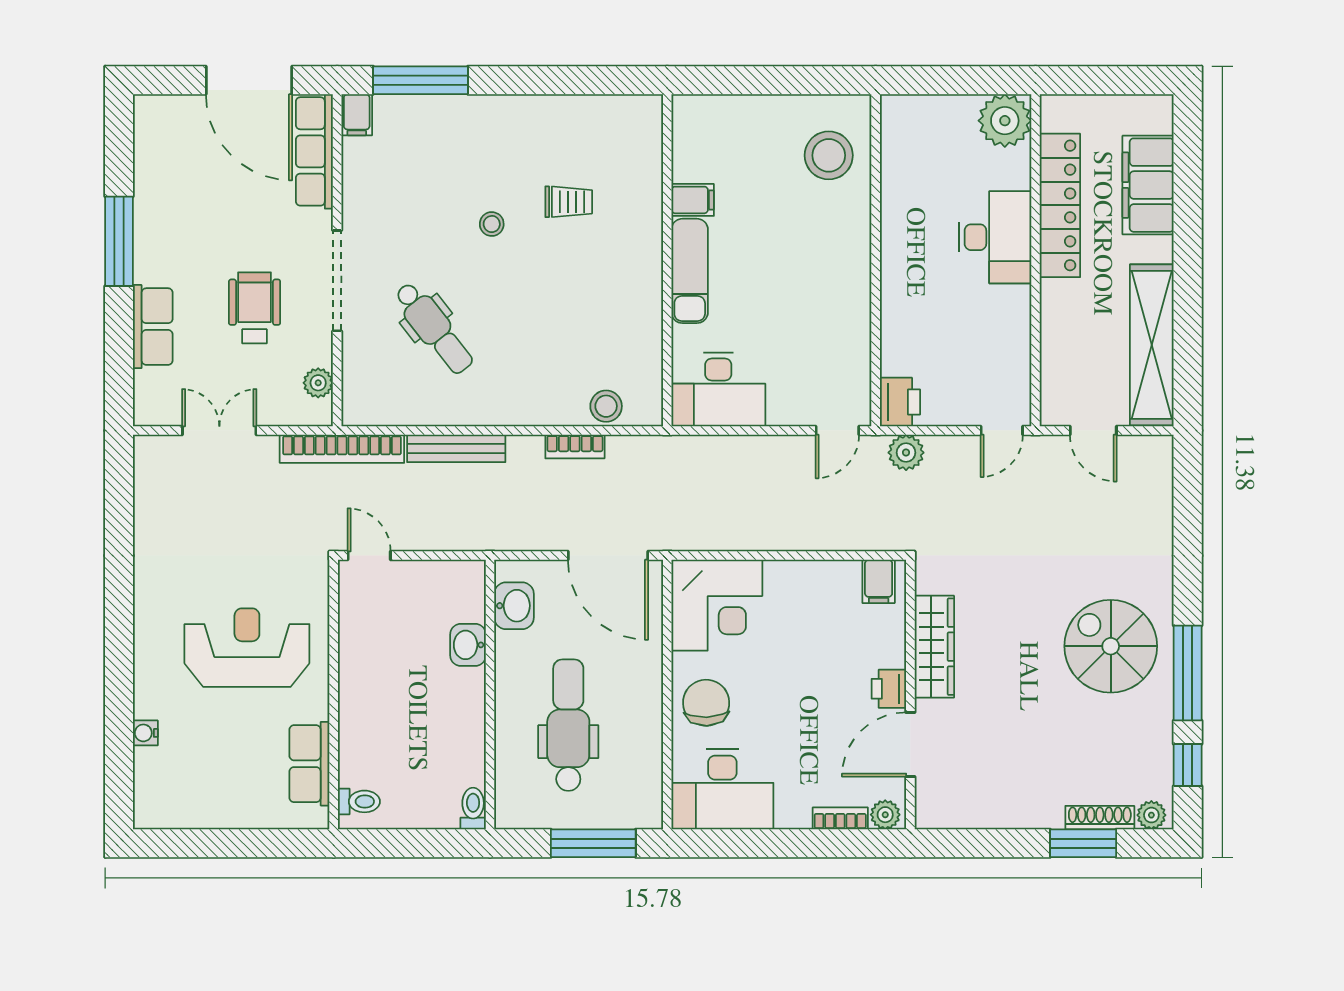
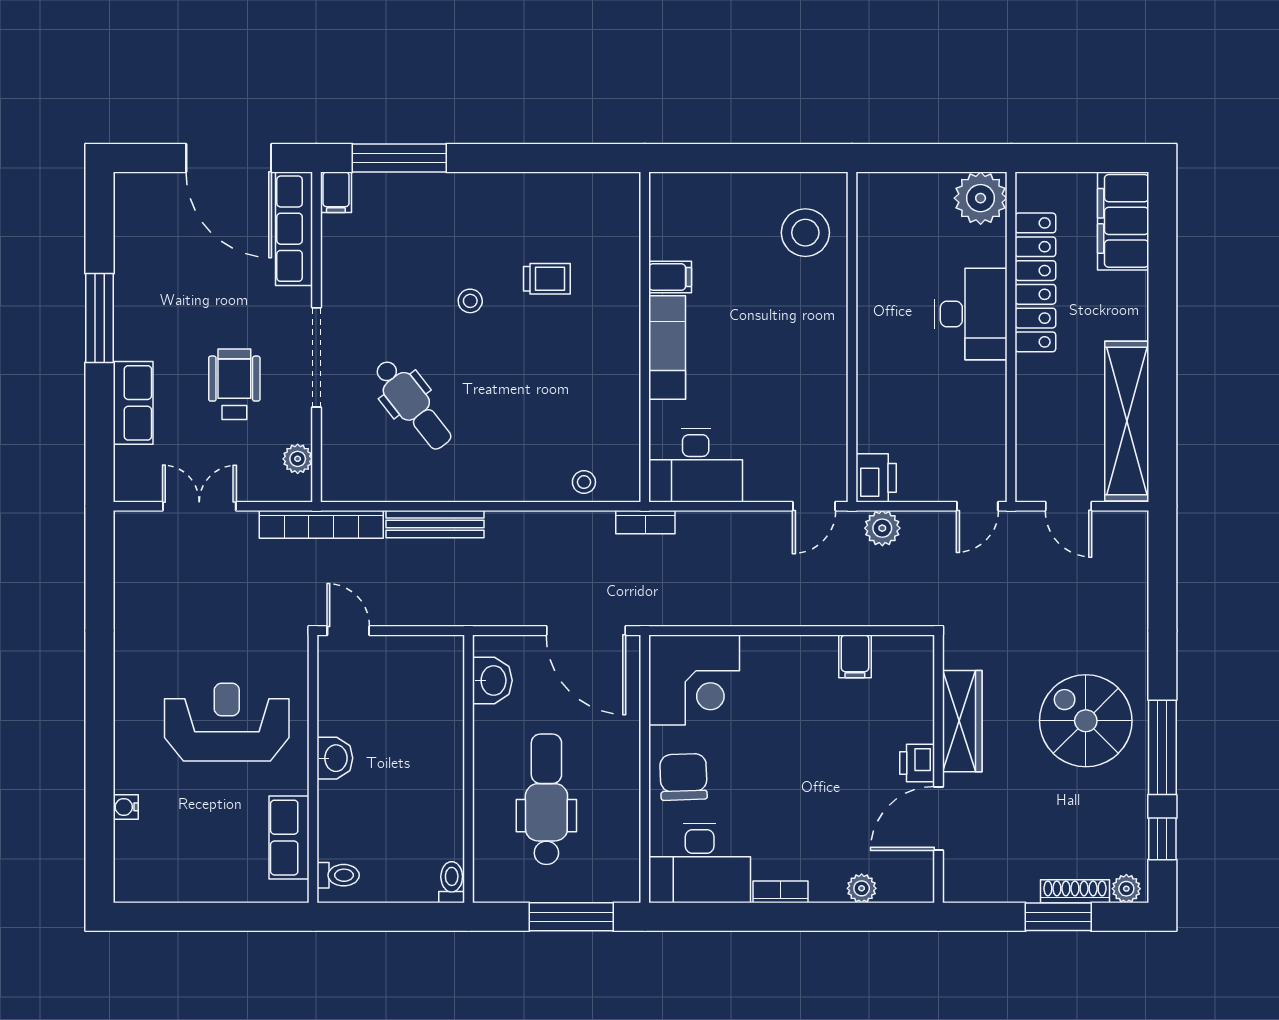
filing cabinet: (1148, 185) -> (1123, 221), moved
stool: (606, 406) -> (584, 482), width x0.73, depth x0.73
bookcase: (575, 447) -> (645, 522), moved
washbasin: (468, 645) -> (335, 758), moved, turned 180
wardrobe: (934, 647) -> (962, 721), moved
printer: (889, 689) -> (917, 763), moved
wall: (910, 695) -> (938, 769), moved
door: (910, 745) -> (938, 819), moved
bookcase: (840, 818) -> (781, 892), moved

